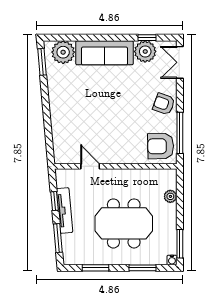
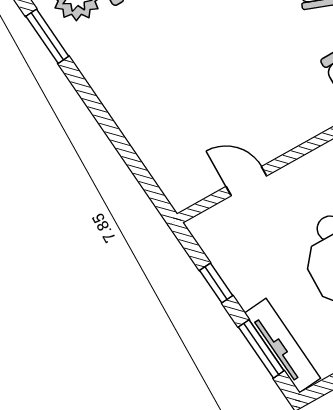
tv unit: (65, 210) -> (283, 346), moved

